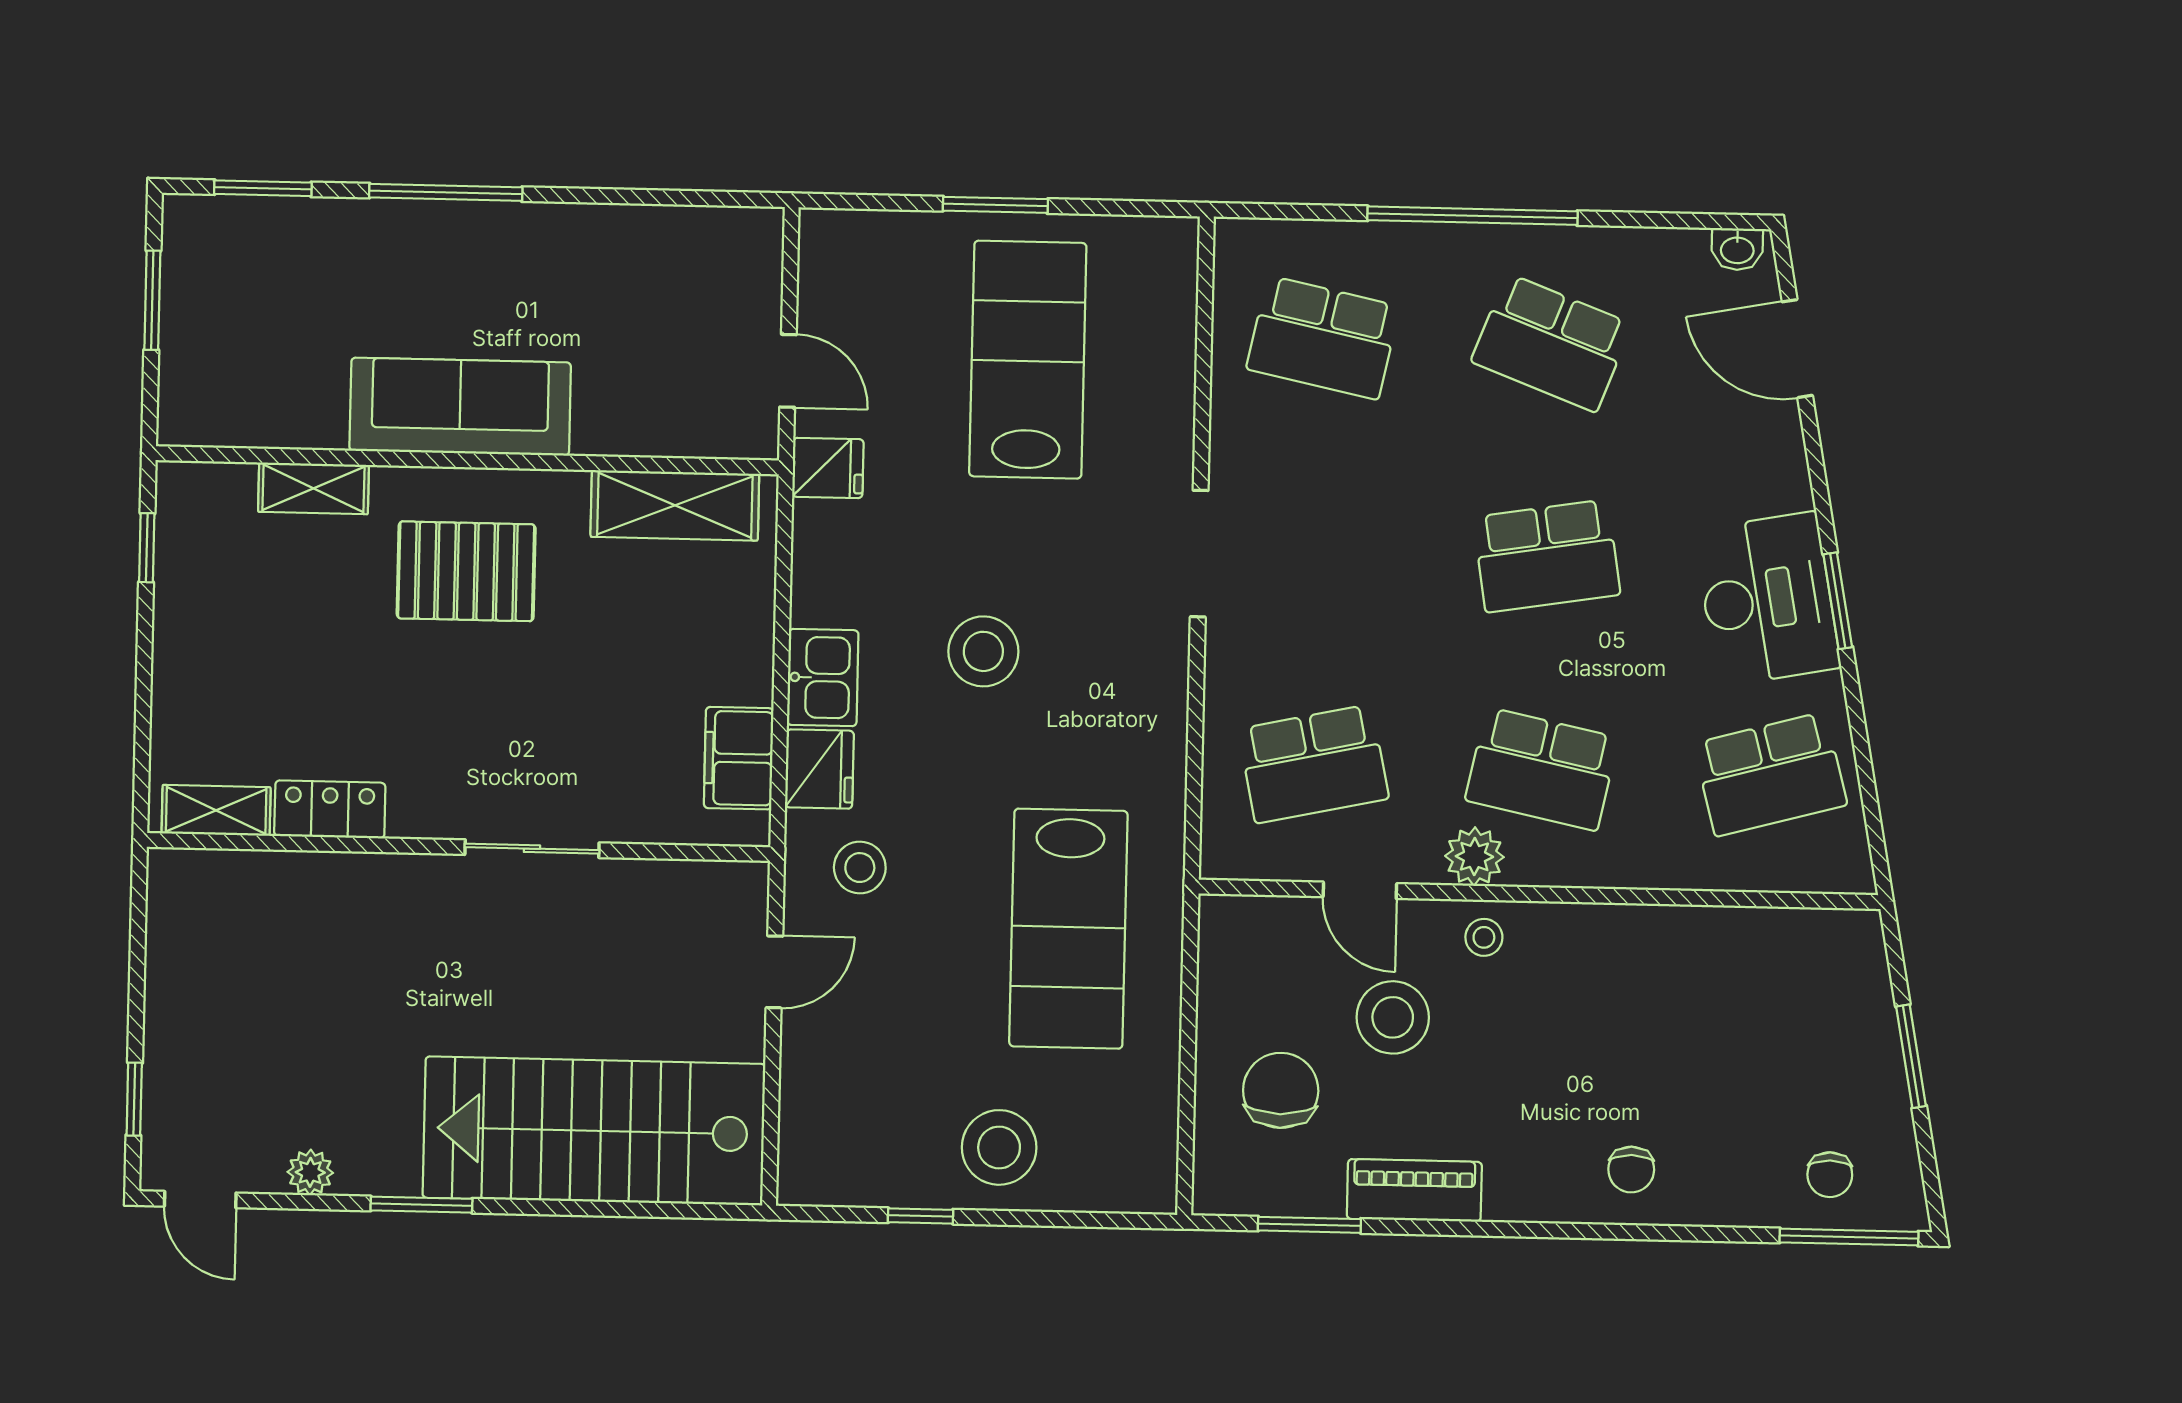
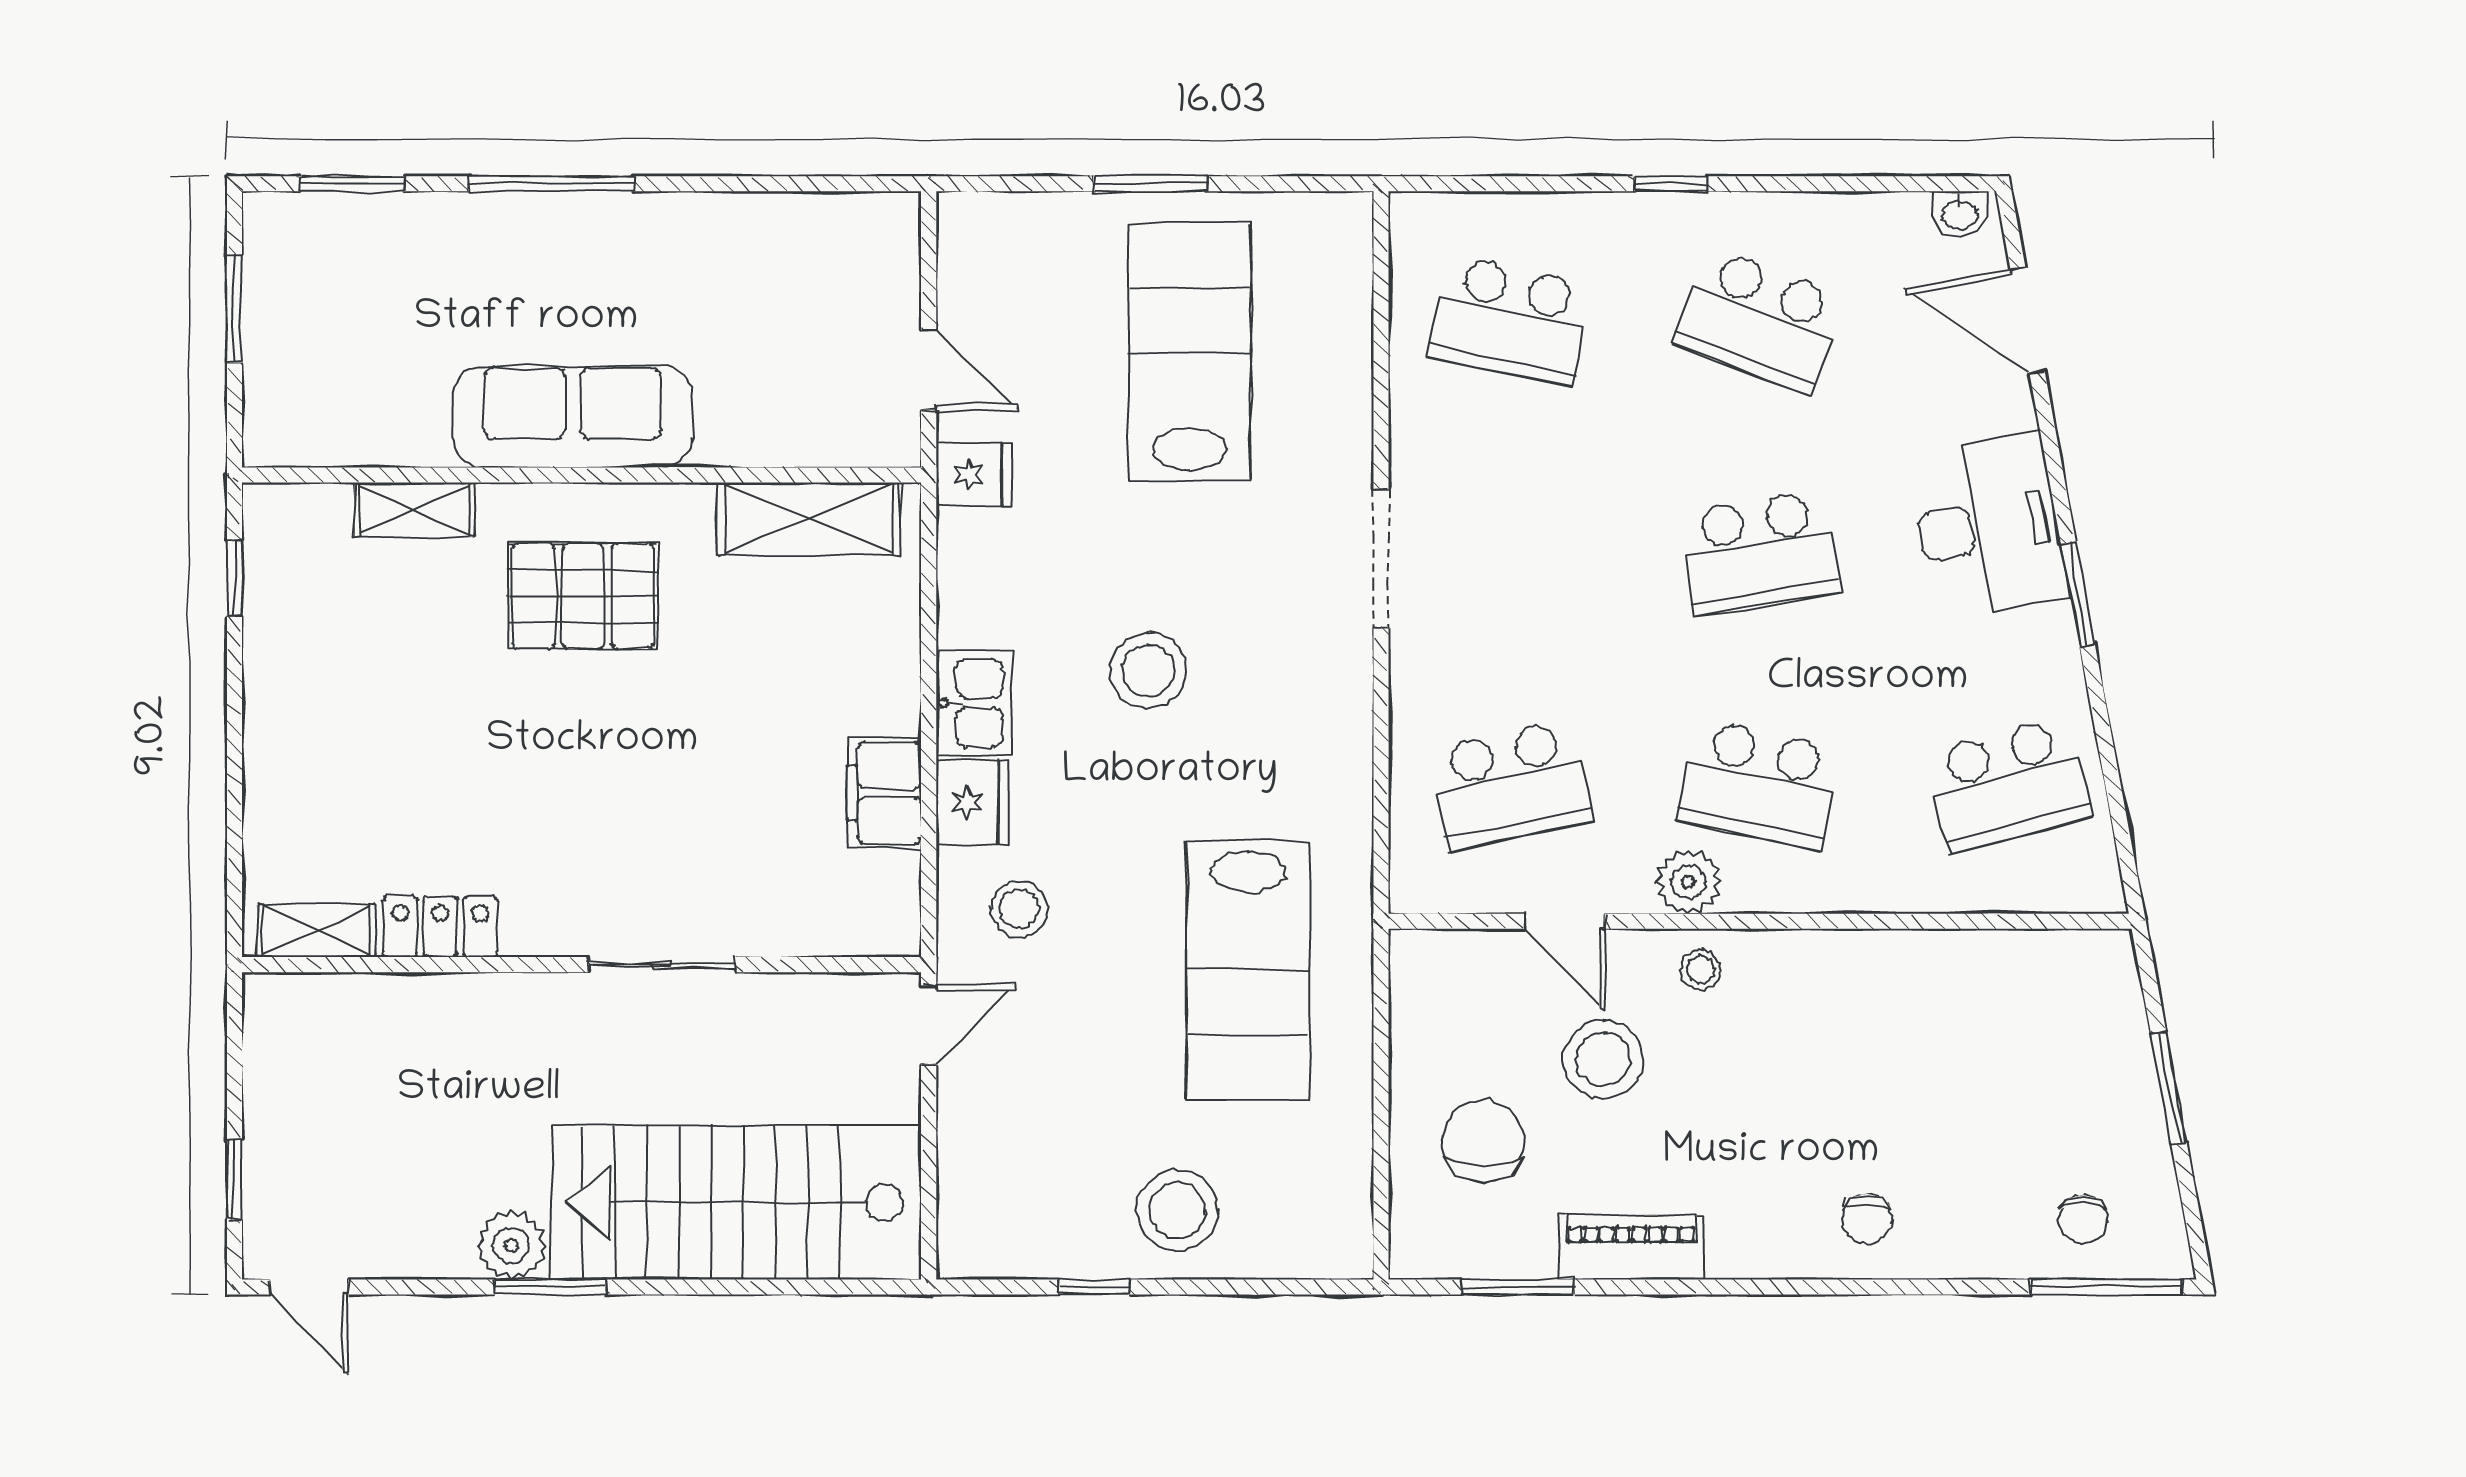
window: (1472, 216) -> (1670, 184), width x0.32
desk: (1767, 599) -> (1988, 526), moved
locker: (330, 809) -> (440, 927), moved
shelving: (216, 810) -> (316, 931), moved
wall: (459, 847) -> (582, 965), moved
sliding door: (532, 849) -> (662, 965), moved
plant: (310, 1172) -> (512, 1245), moved, width x1.38, depth x1.38

